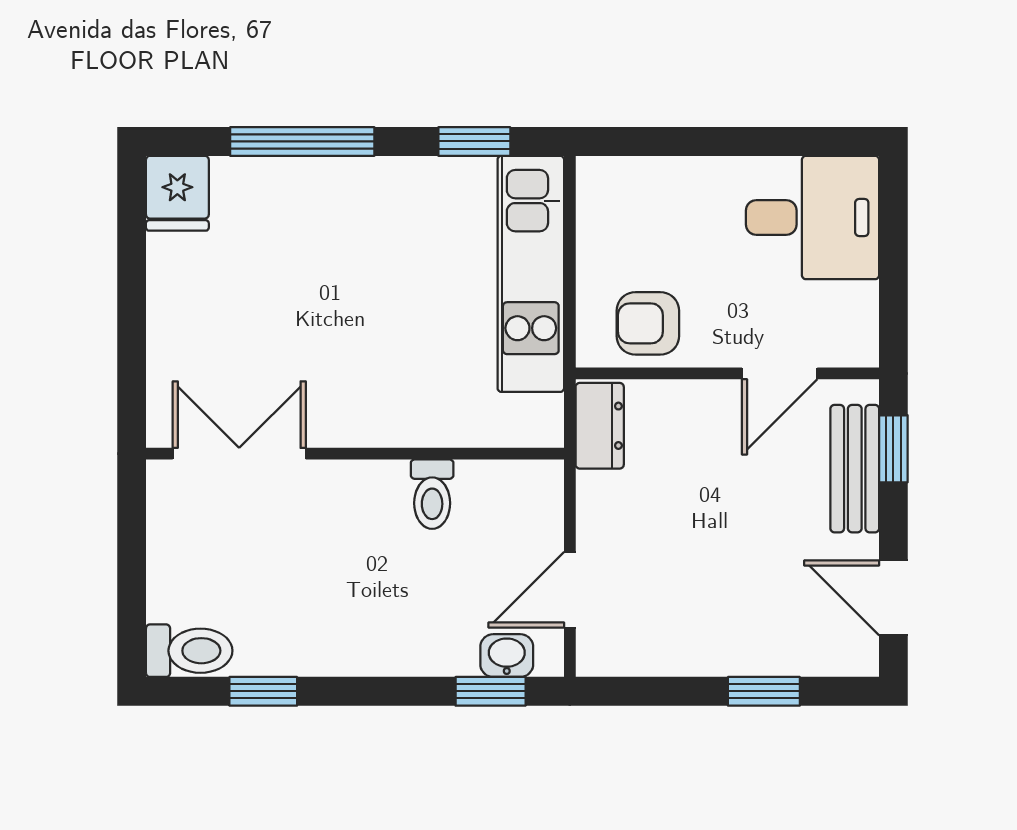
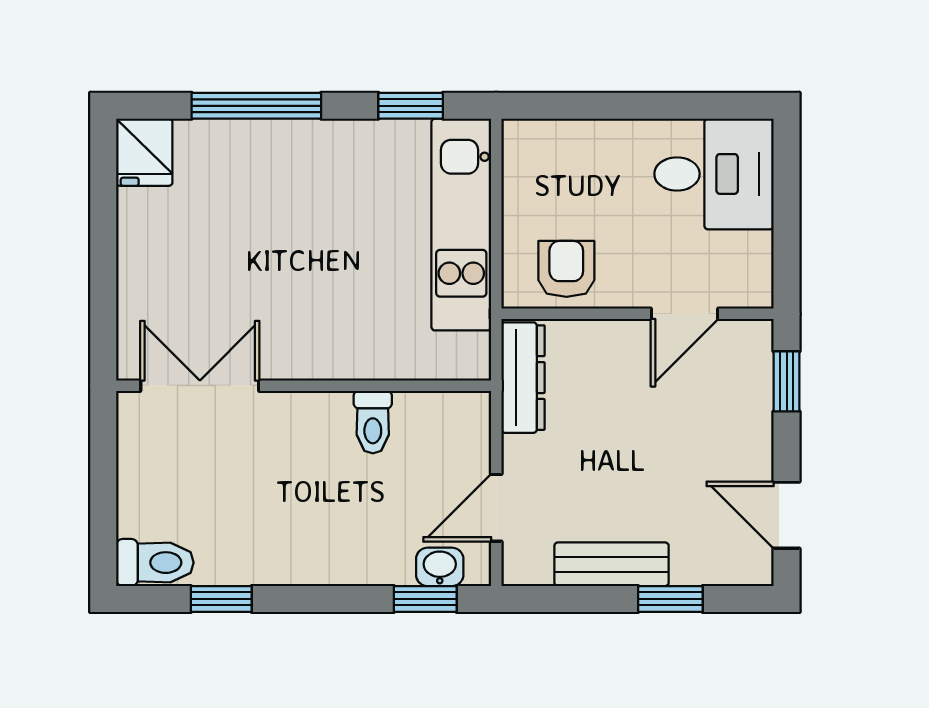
armchair: (648, 323) -> (566, 269), turned 90
dresser: (600, 426) -> (523, 378), width x1.44
bench: (855, 469) -> (612, 564), moved, turned 90

